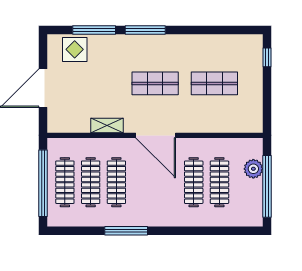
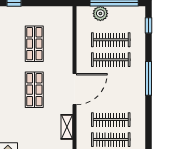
window: (126, 231) -> (148, 78), moved
window: (238, 231) -> (148, 25), added

